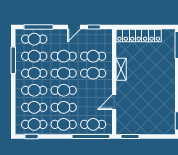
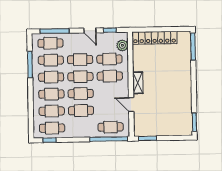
door: (74, 27) -> (90, 30), hinge flipped
plant: (106, 43) -> (122, 45), added
shelving: (121, 69) -> (138, 83), moved
door: (114, 102) -> (131, 105), hinge flipped
cafe table: (64, 124) -> (81, 128), removed

